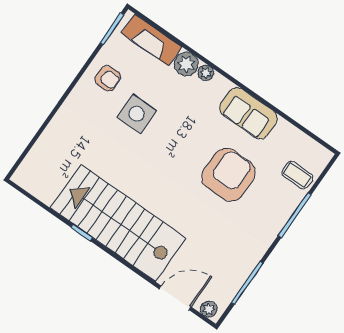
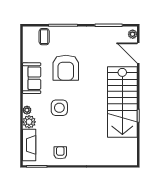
side table: (137, 114) -> (59, 108), moved
armchair: (229, 175) -> (66, 68), turned -90

